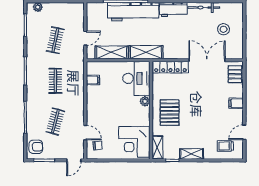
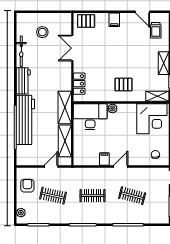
door: (85, 38) -> (51, 166), hinge flipped
double door: (207, 60) -> (72, 48), width x0.73
locker: (170, 67) -> (79, 84), width x0.66
filing cabinet: (93, 80) -> (104, 159), moved
pallet: (170, 113) -> (123, 84), width x0.67, depth x0.71
door: (85, 133) -> (121, 166), moved
armchair: (36, 147) -> (27, 186), moved

